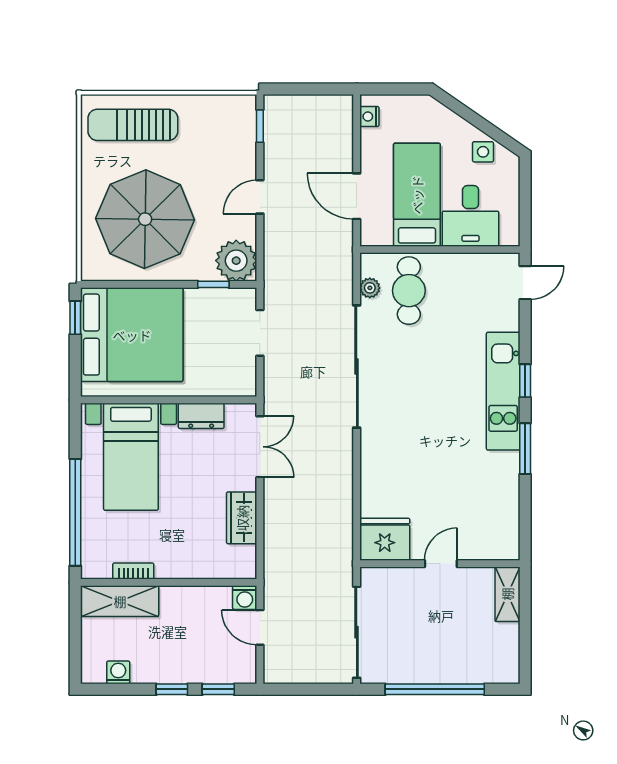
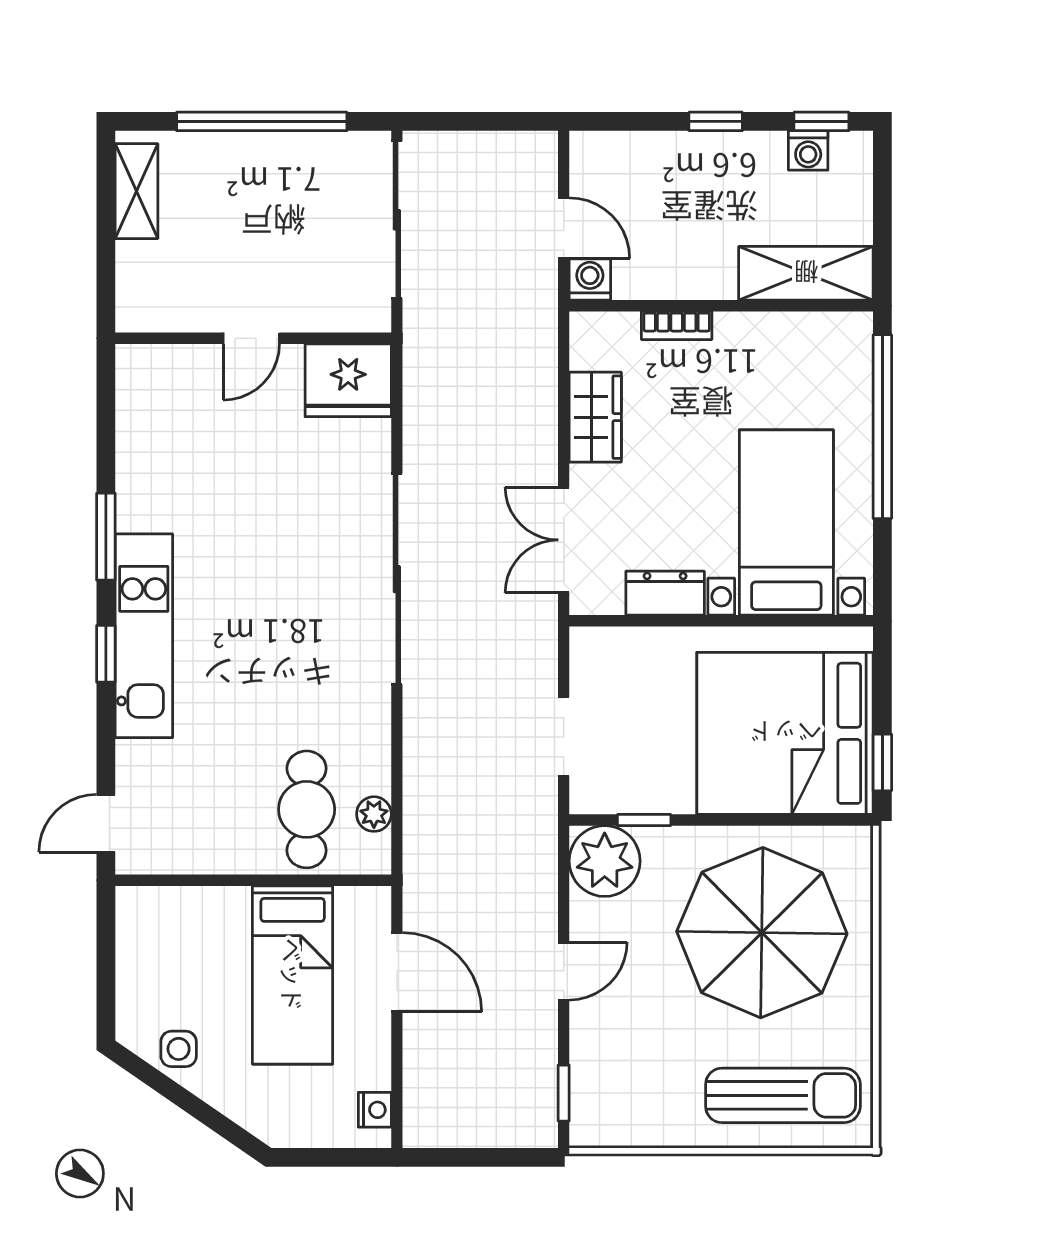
desk: (471, 216) -> (200, 938), removed
sliding door: (357, 367) -> (397, 579), moved
bookcase: (133, 571) -> (677, 325), moved
shelving: (507, 594) -> (136, 191), moved
window: (218, 689) -> (821, 121), moved

